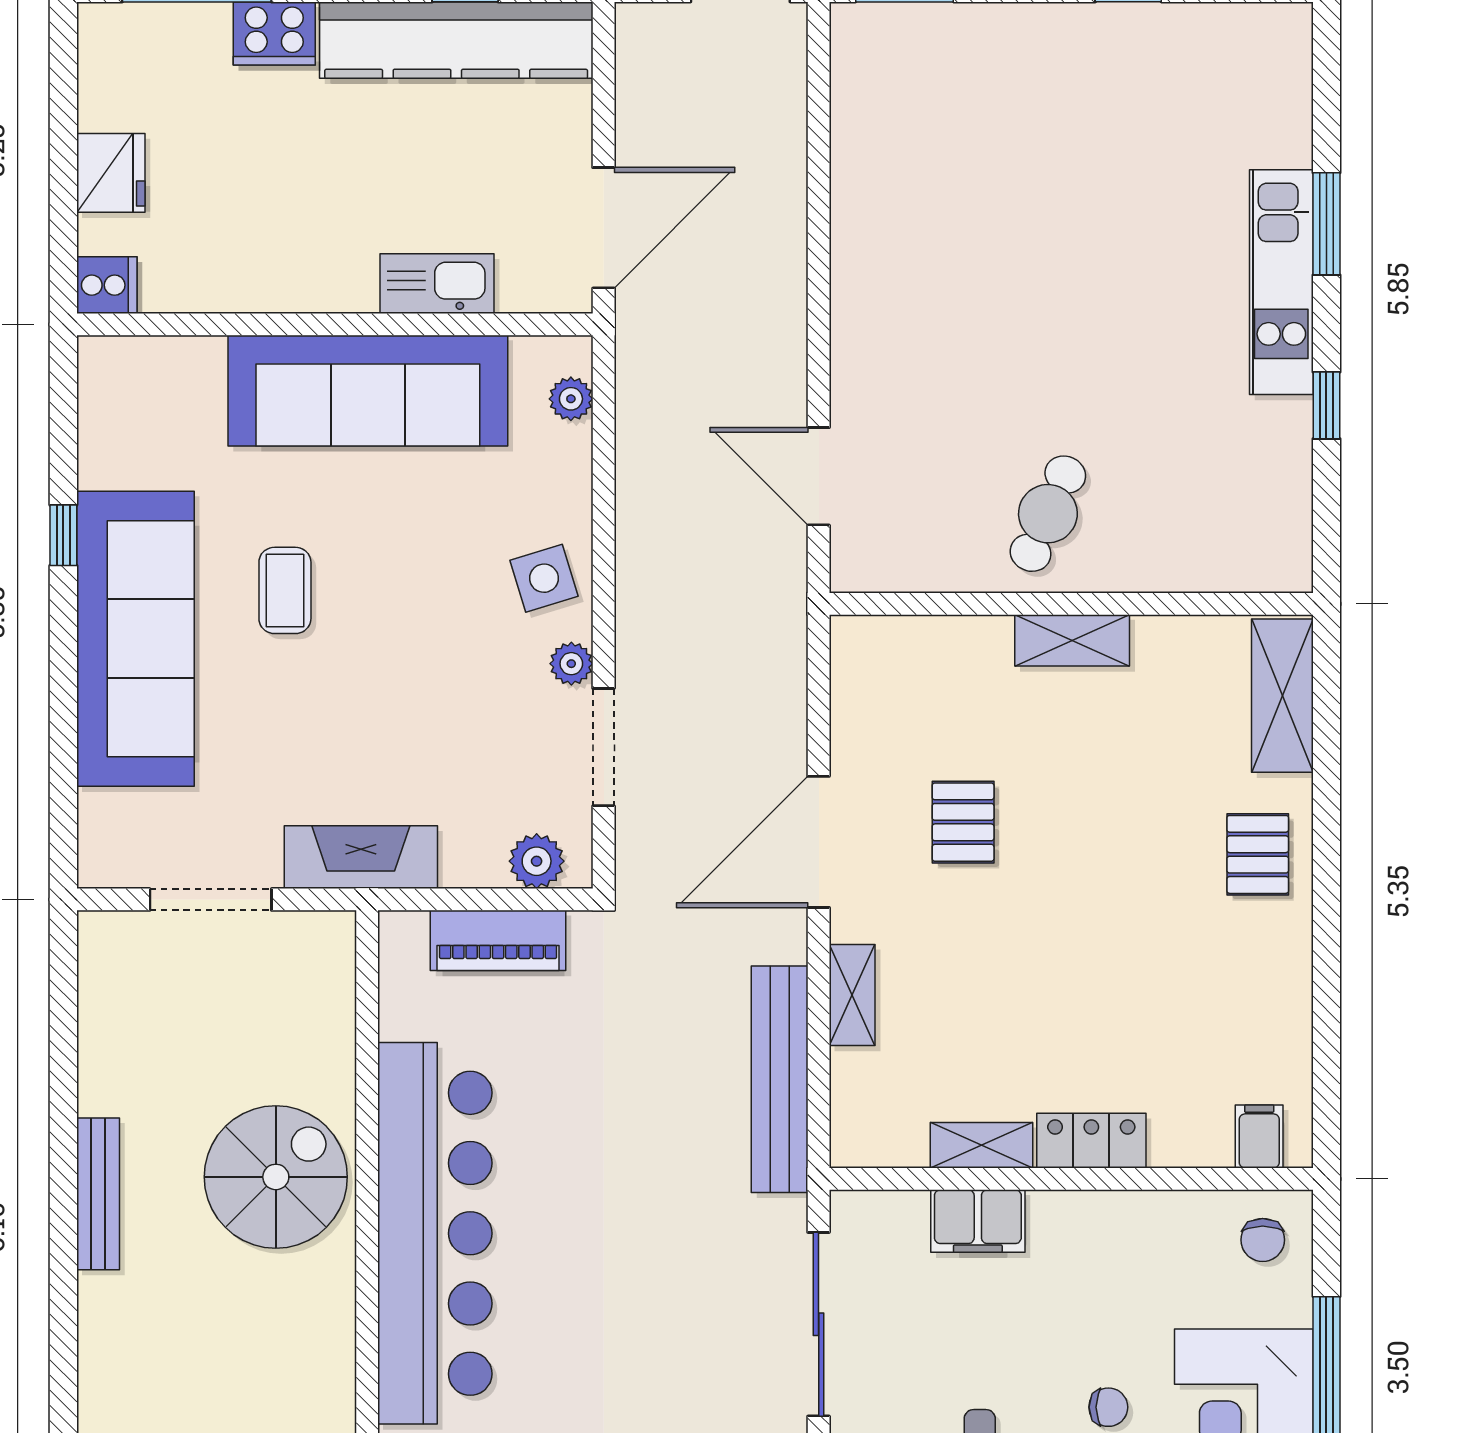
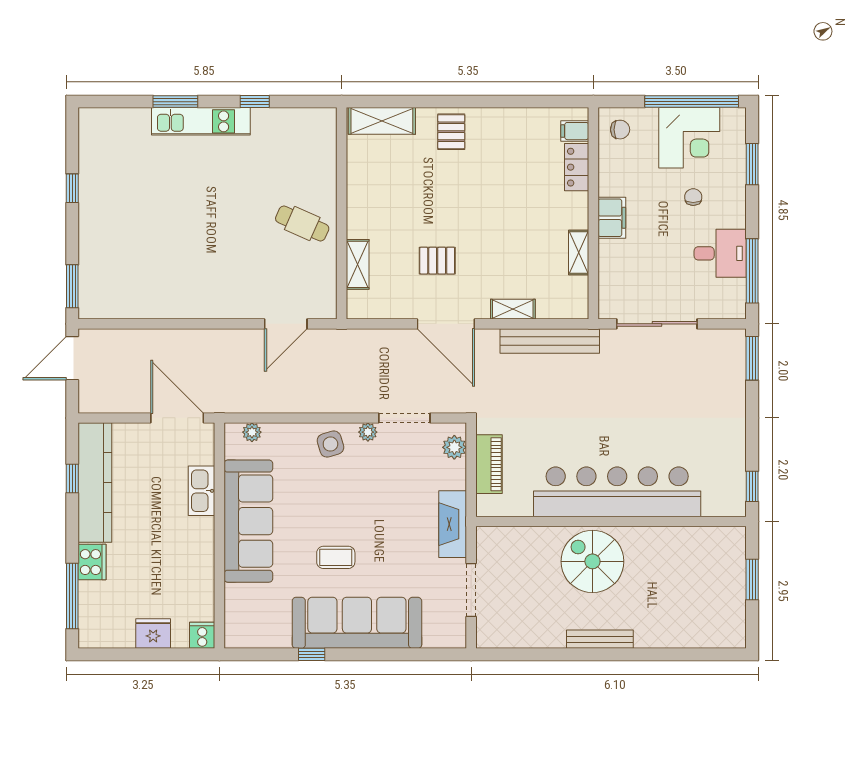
shelving: (1072, 640) -> (358, 264), moved
pallet: (1258, 854) -> (451, 132), turned 90
locker: (1091, 1141) -> (577, 167), moved
filing cabinet: (978, 1221) -> (612, 218), moved

